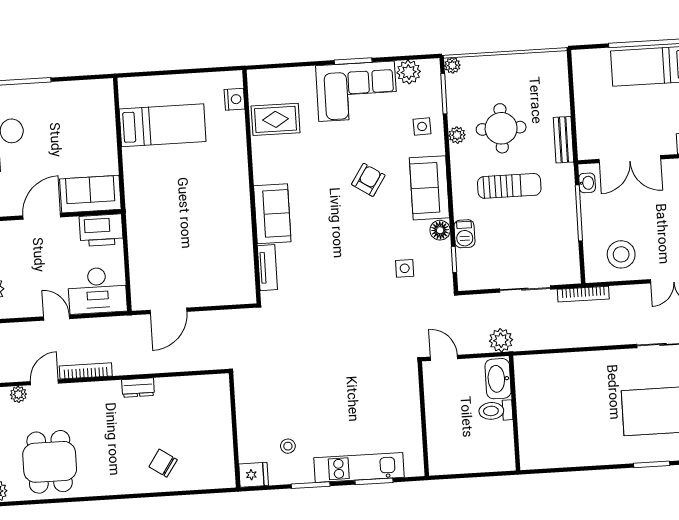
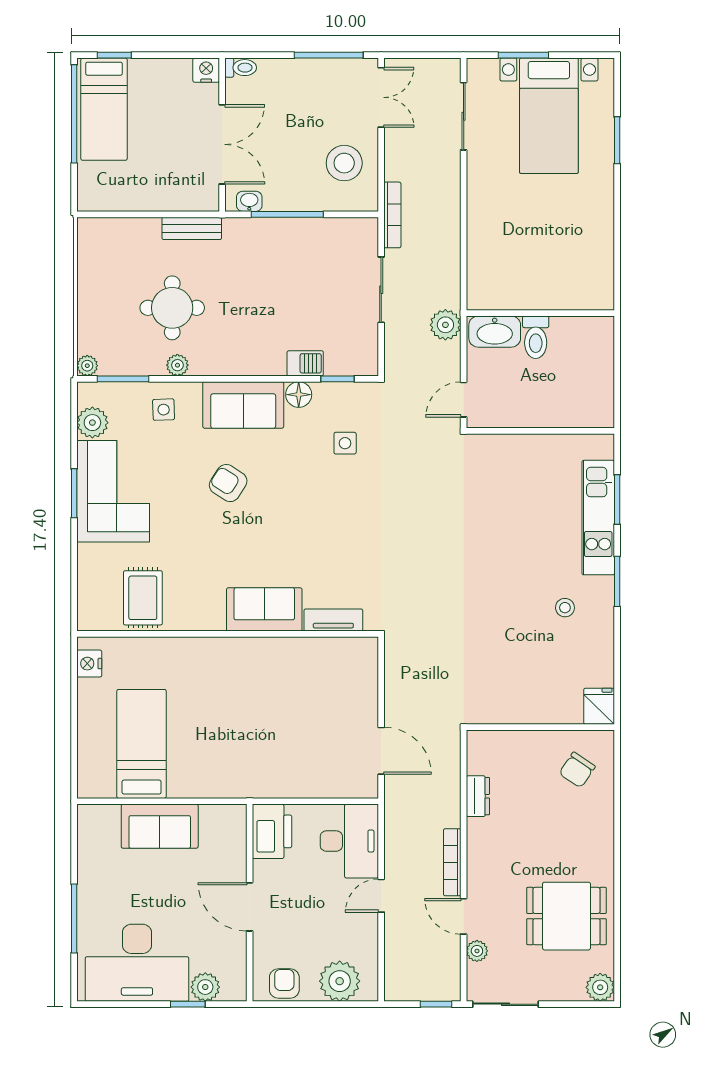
nightstand: (234, 99) -> (89, 664), moved, turned -90
sun lounger: (509, 186) -> (247, 302), removed
sofa: (90, 194) -> (160, 826), moved, turned -90
wall: (235, 430) -> (540, 727), moved
fridge: (254, 475) -> (599, 706), moved

